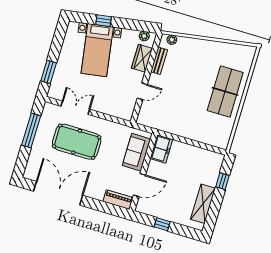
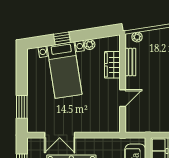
plant: (144, 36) -> (90, 44), moved
double door: (75, 108) -> (60, 135), swing flipped

